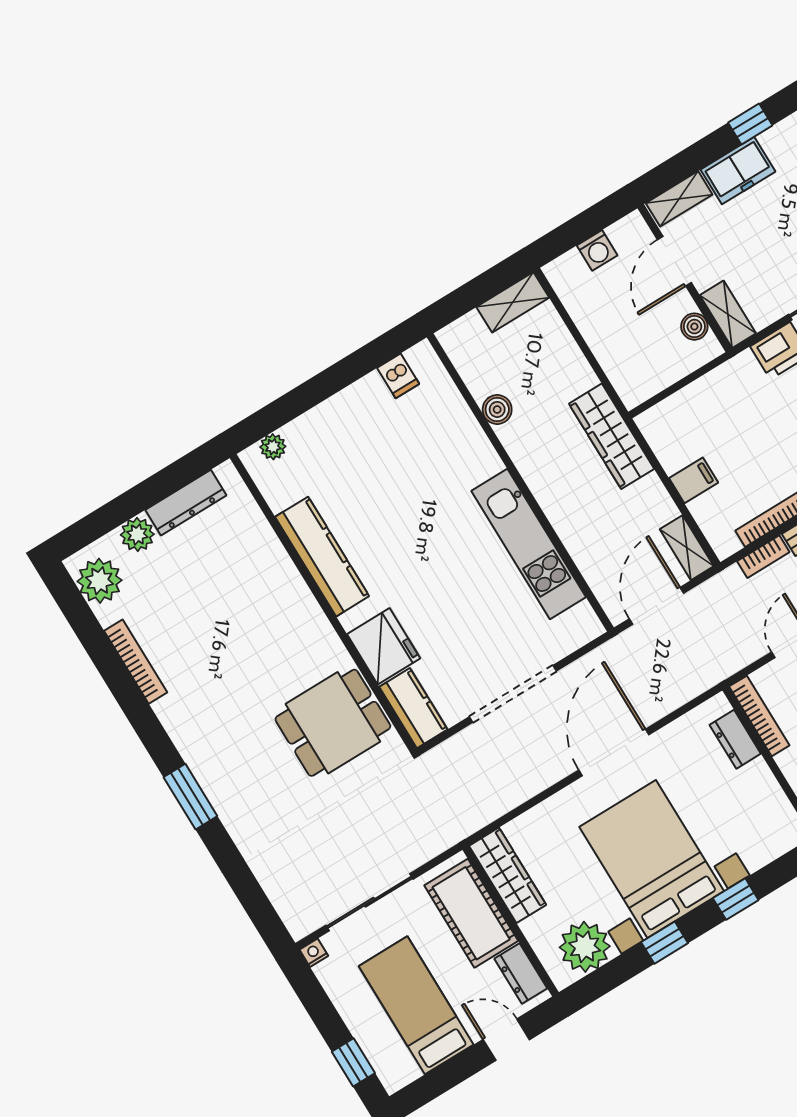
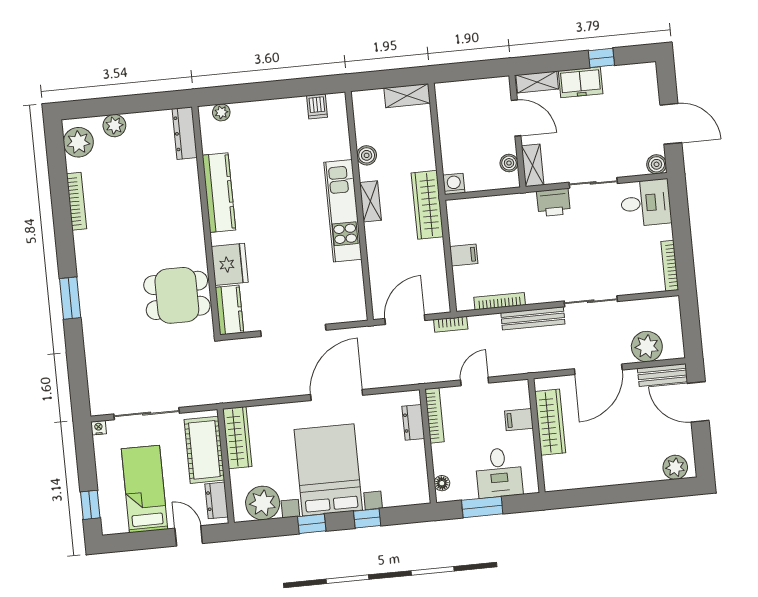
washing machine: (597, 250) -> (454, 184), moved, turned 180
door: (674, 261) -> (516, 118), swing flipped
dresser: (186, 503) -> (185, 133), moved, turned 90
kitchen unit: (529, 544) -> (343, 211), moved
shelving: (687, 548) -> (370, 201), moved
bookcase: (763, 557) -> (451, 324), moved

